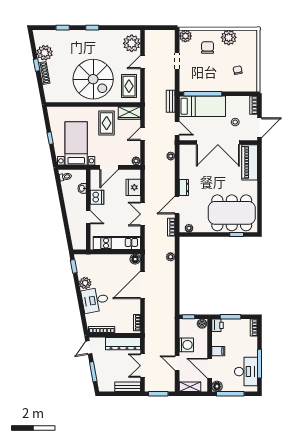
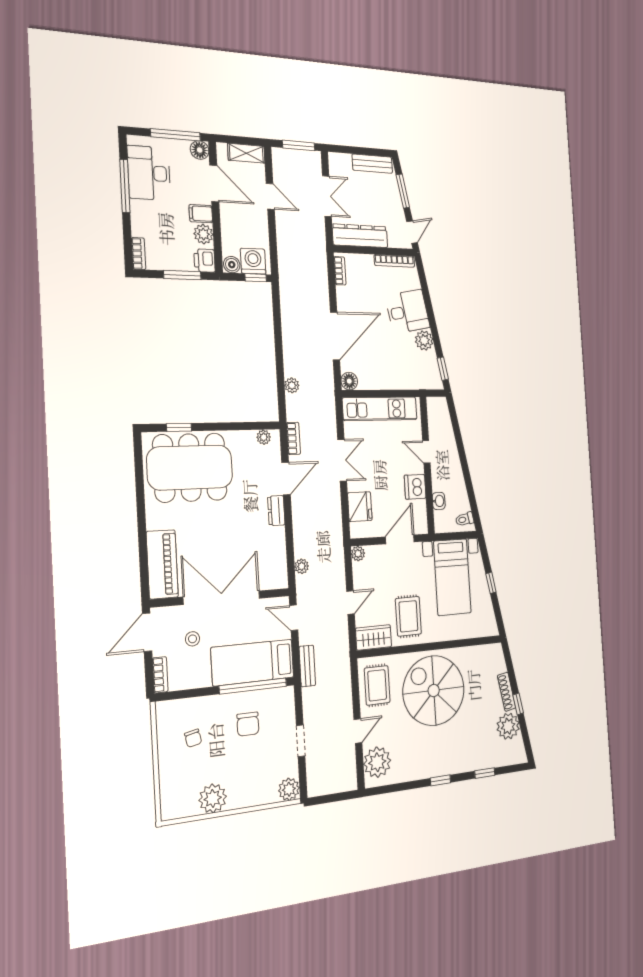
chair: (208, 47) -> (248, 724), moved
plant: (217, 340) -> (203, 234), added
washing machine: (186, 345) -> (253, 261), moved, turned 90
bench: (128, 387) -> (372, 164), moved

